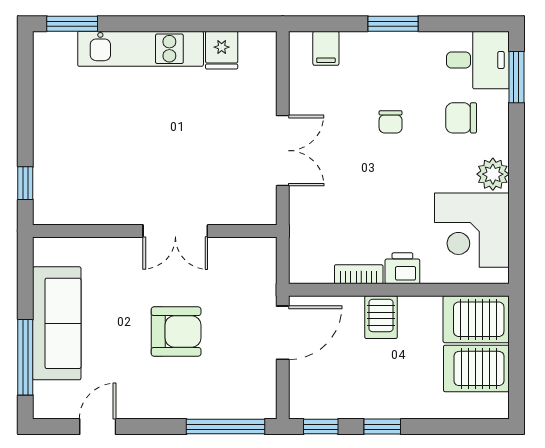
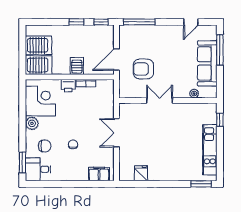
window: (393, 24) -> (72, 184), removed
filing cabinet: (326, 48) -> (99, 174), width x2.00
kitchen unit: (141, 49) -> (210, 150), moved, turned -90
plant: (89, 248) -> (194, 94), added
armchair: (176, 332) -> (143, 69), moved

